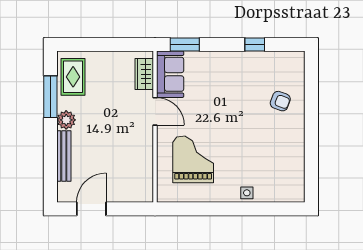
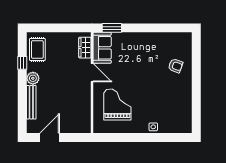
window: (255, 44) -> (159, 28), removed
window: (50, 97) -> (22, 63), width x0.46

